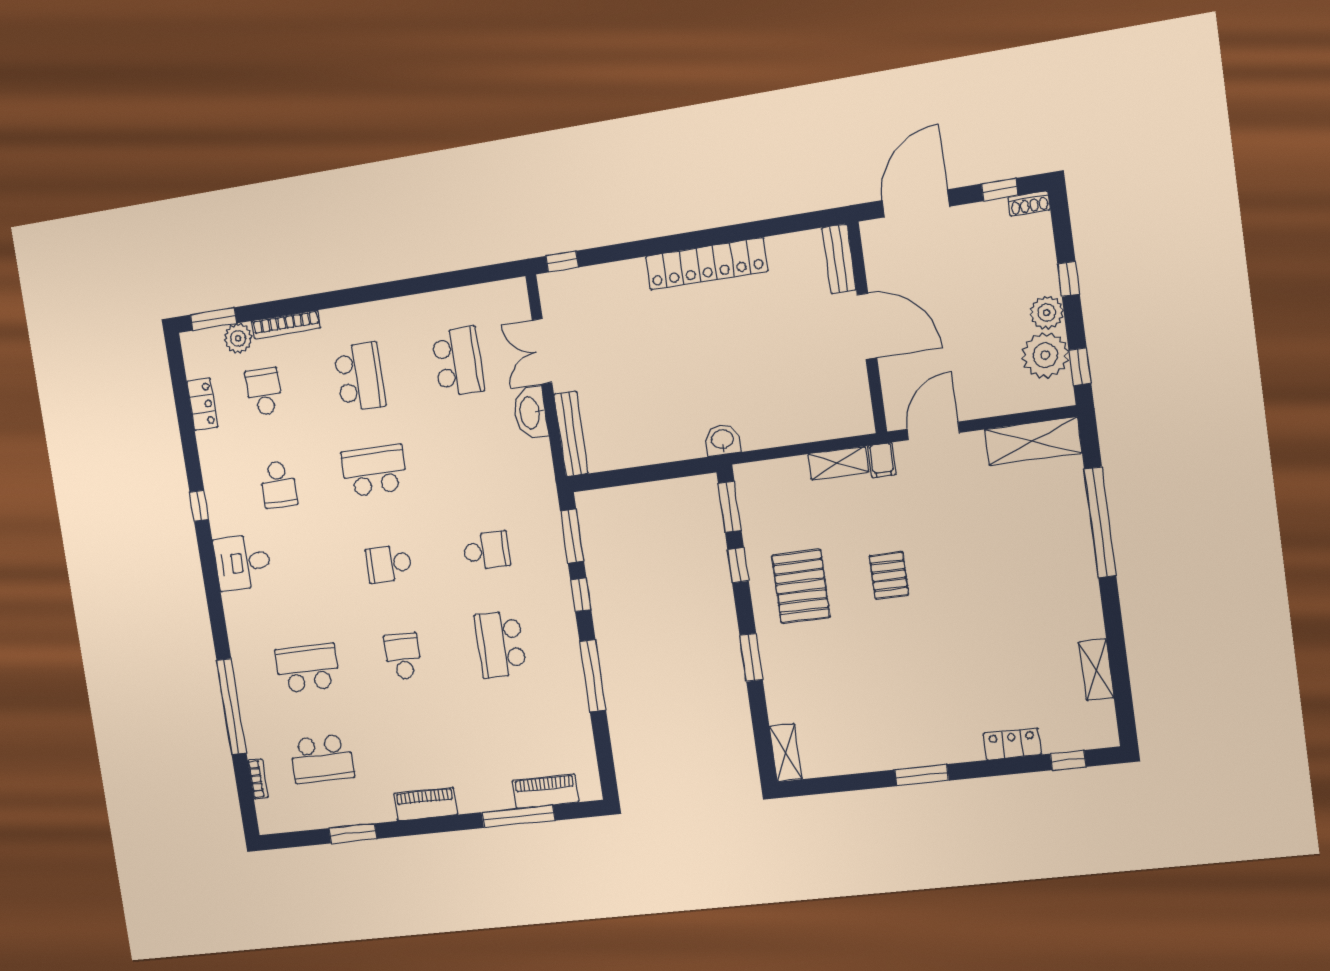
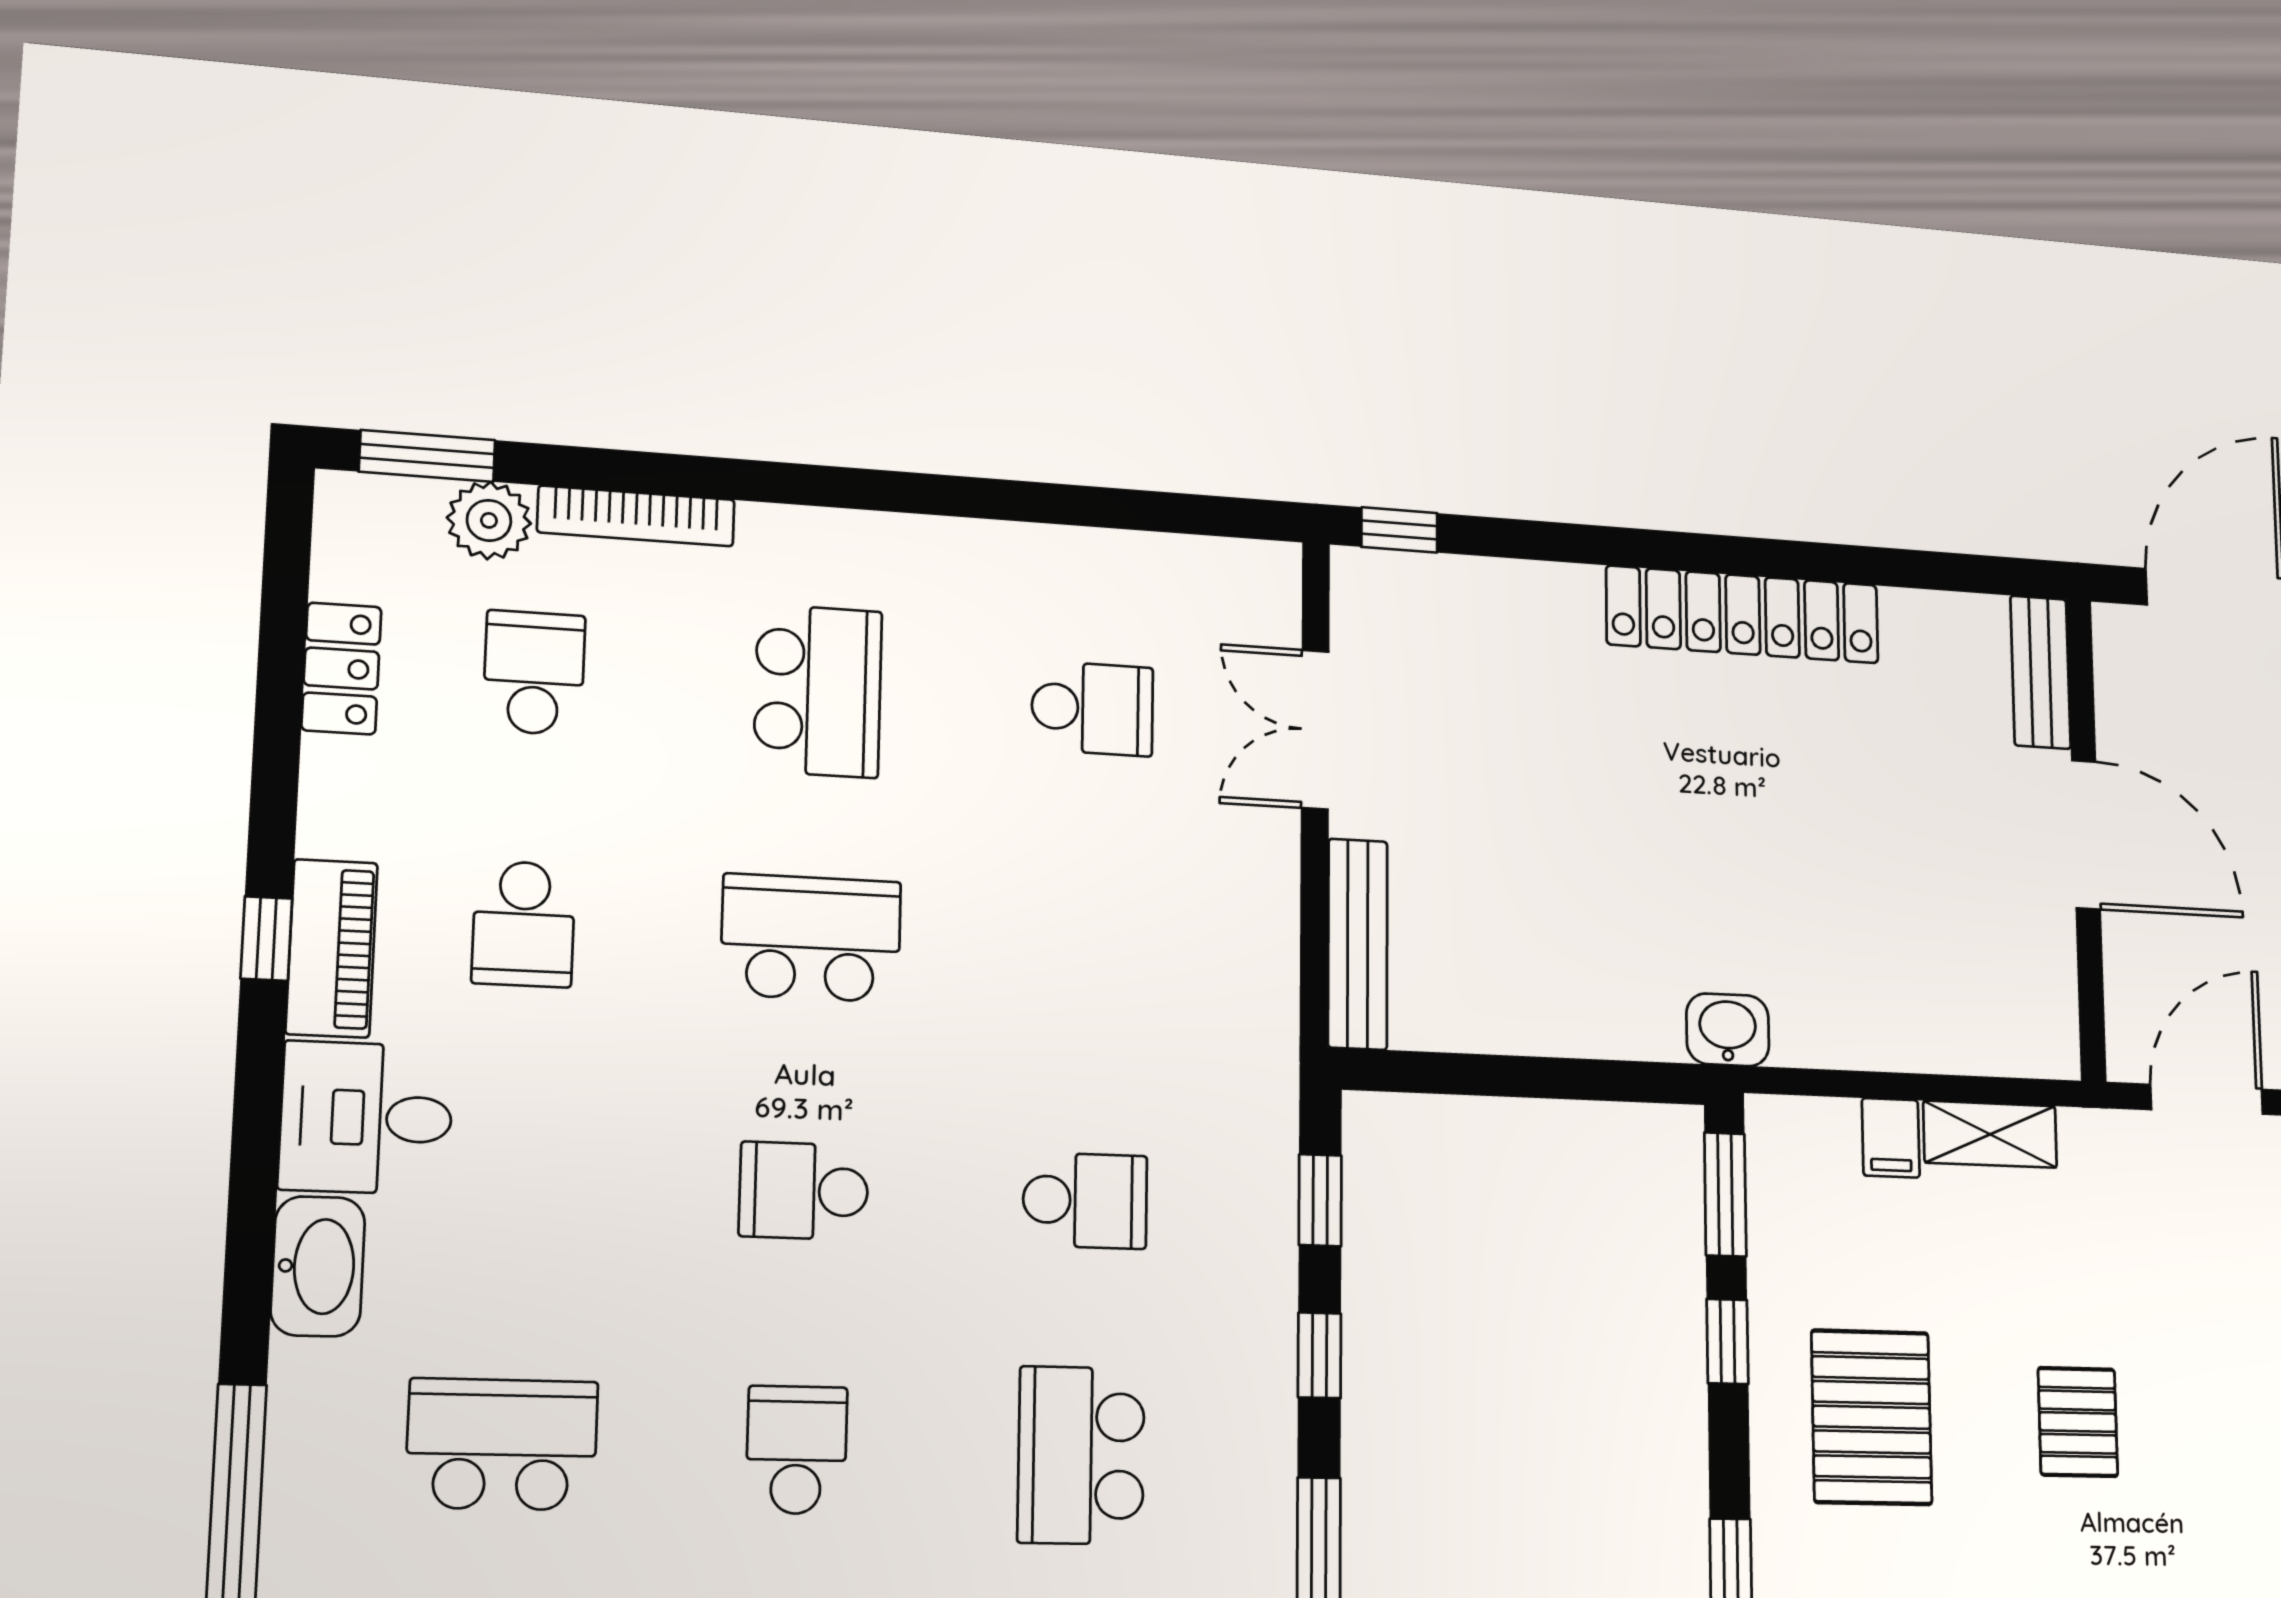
school desk: (458, 362) -> (1092, 708), width x0.54
washbasin: (531, 413) -> (318, 1266), moved, turned 180
filing cabinet: (882, 460) -> (1891, 1138), moved
piano: (220, 505) -> (332, 948), added
window: (572, 536) -> (1320, 1200), width x0.67

